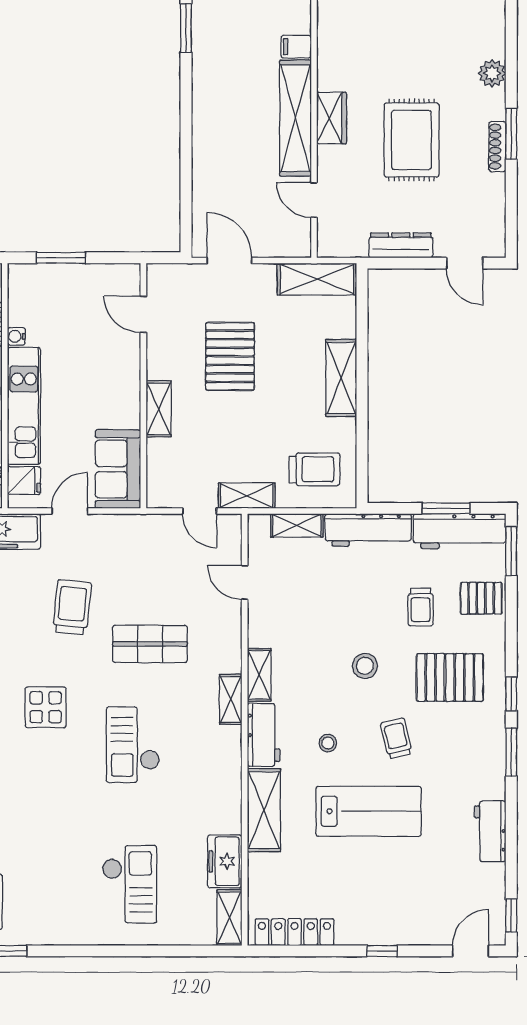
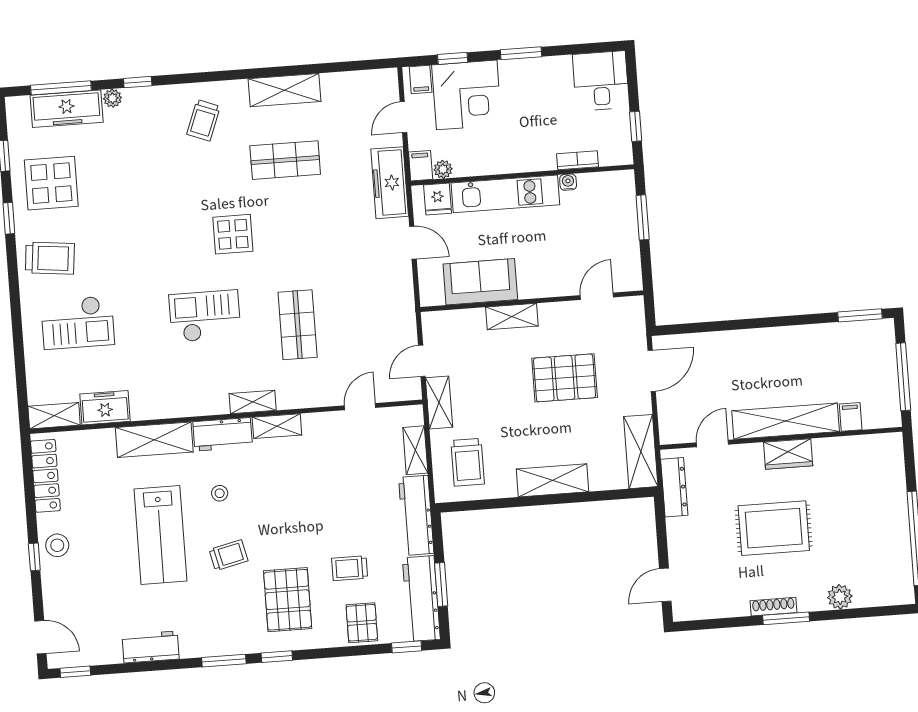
dresser: (401, 245) -> (674, 487), moved
sofa: (118, 469) -> (480, 282), moved
window: (511, 551) -> (407, 647), width x0.67
trolley: (72, 607) -> (50, 258), moved
stool: (365, 666) -> (57, 545), moved

